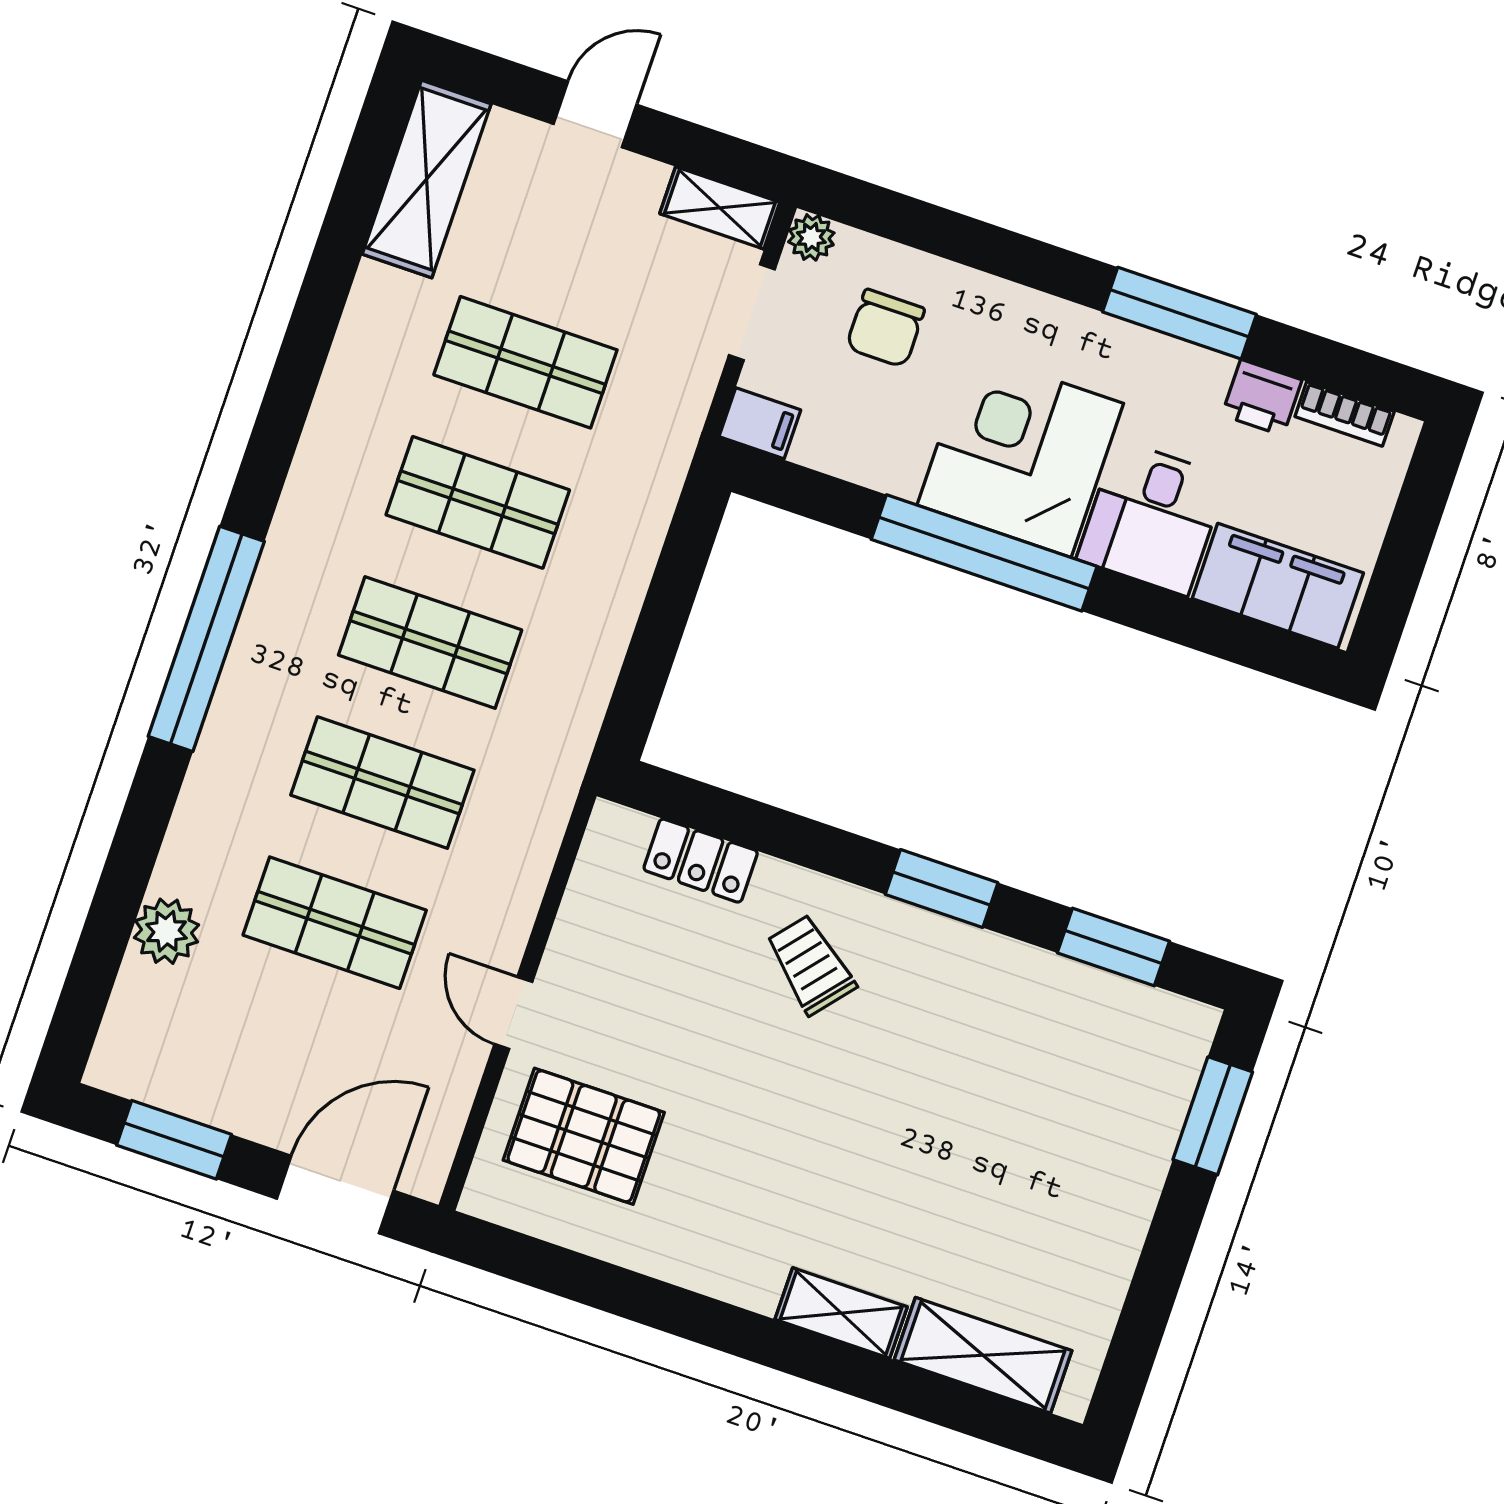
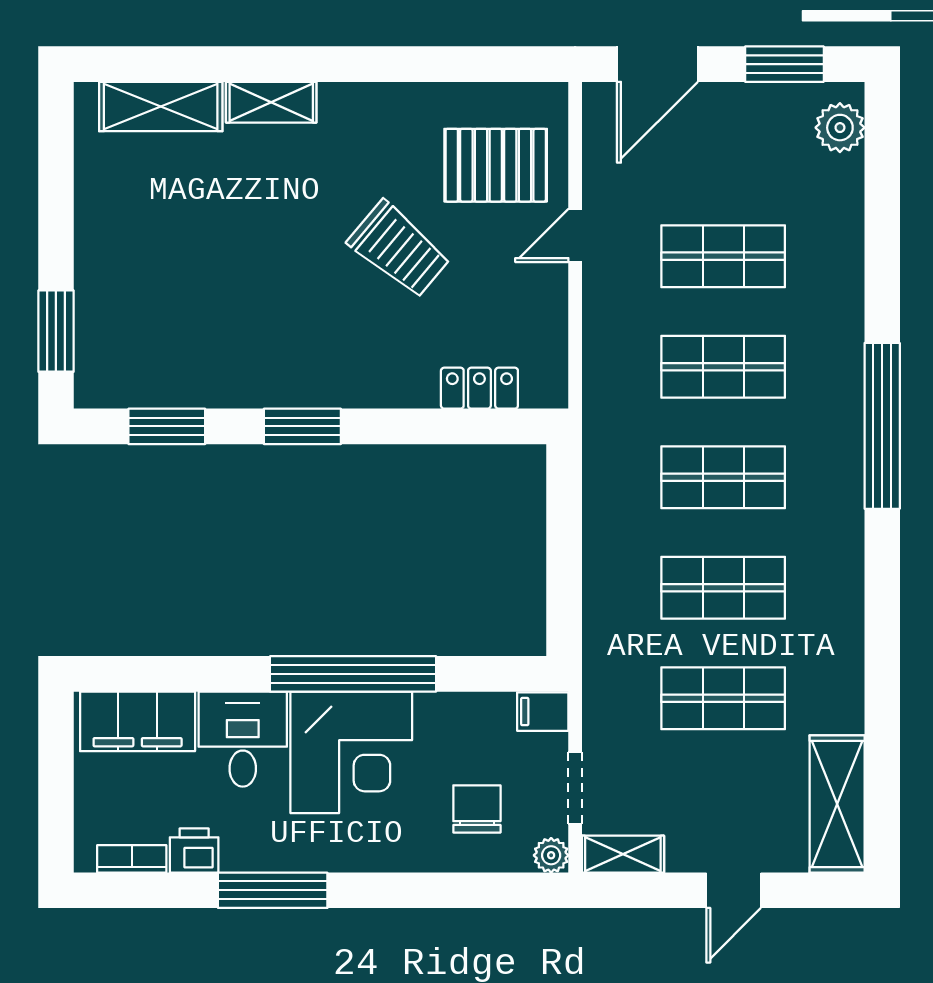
plant: (166, 931) -> (840, 128), moved
trolley: (811, 965) -> (399, 249), moved, width x1.36, depth x1.39
door: (513, 1013) -> (575, 235), swing flipped

